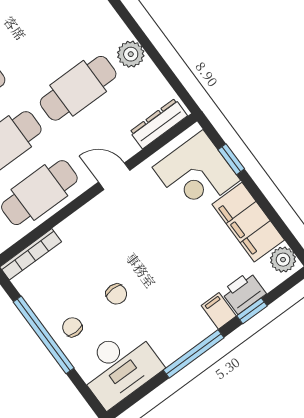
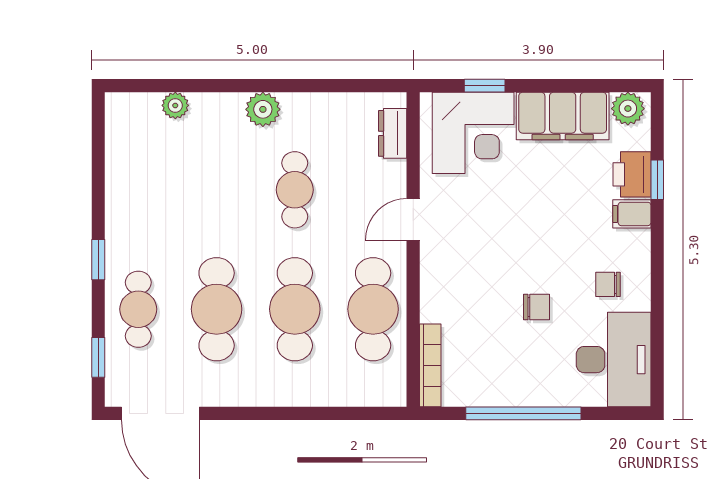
plant: (131, 54) -> (263, 109), moved
cafe table: (78, 88) -> (295, 190), width x0.73, depth x0.74
dresser: (159, 124) -> (393, 133), width x0.70
chair: (72, 327) -> (608, 284), moved
window: (194, 354) -> (657, 273), removed

